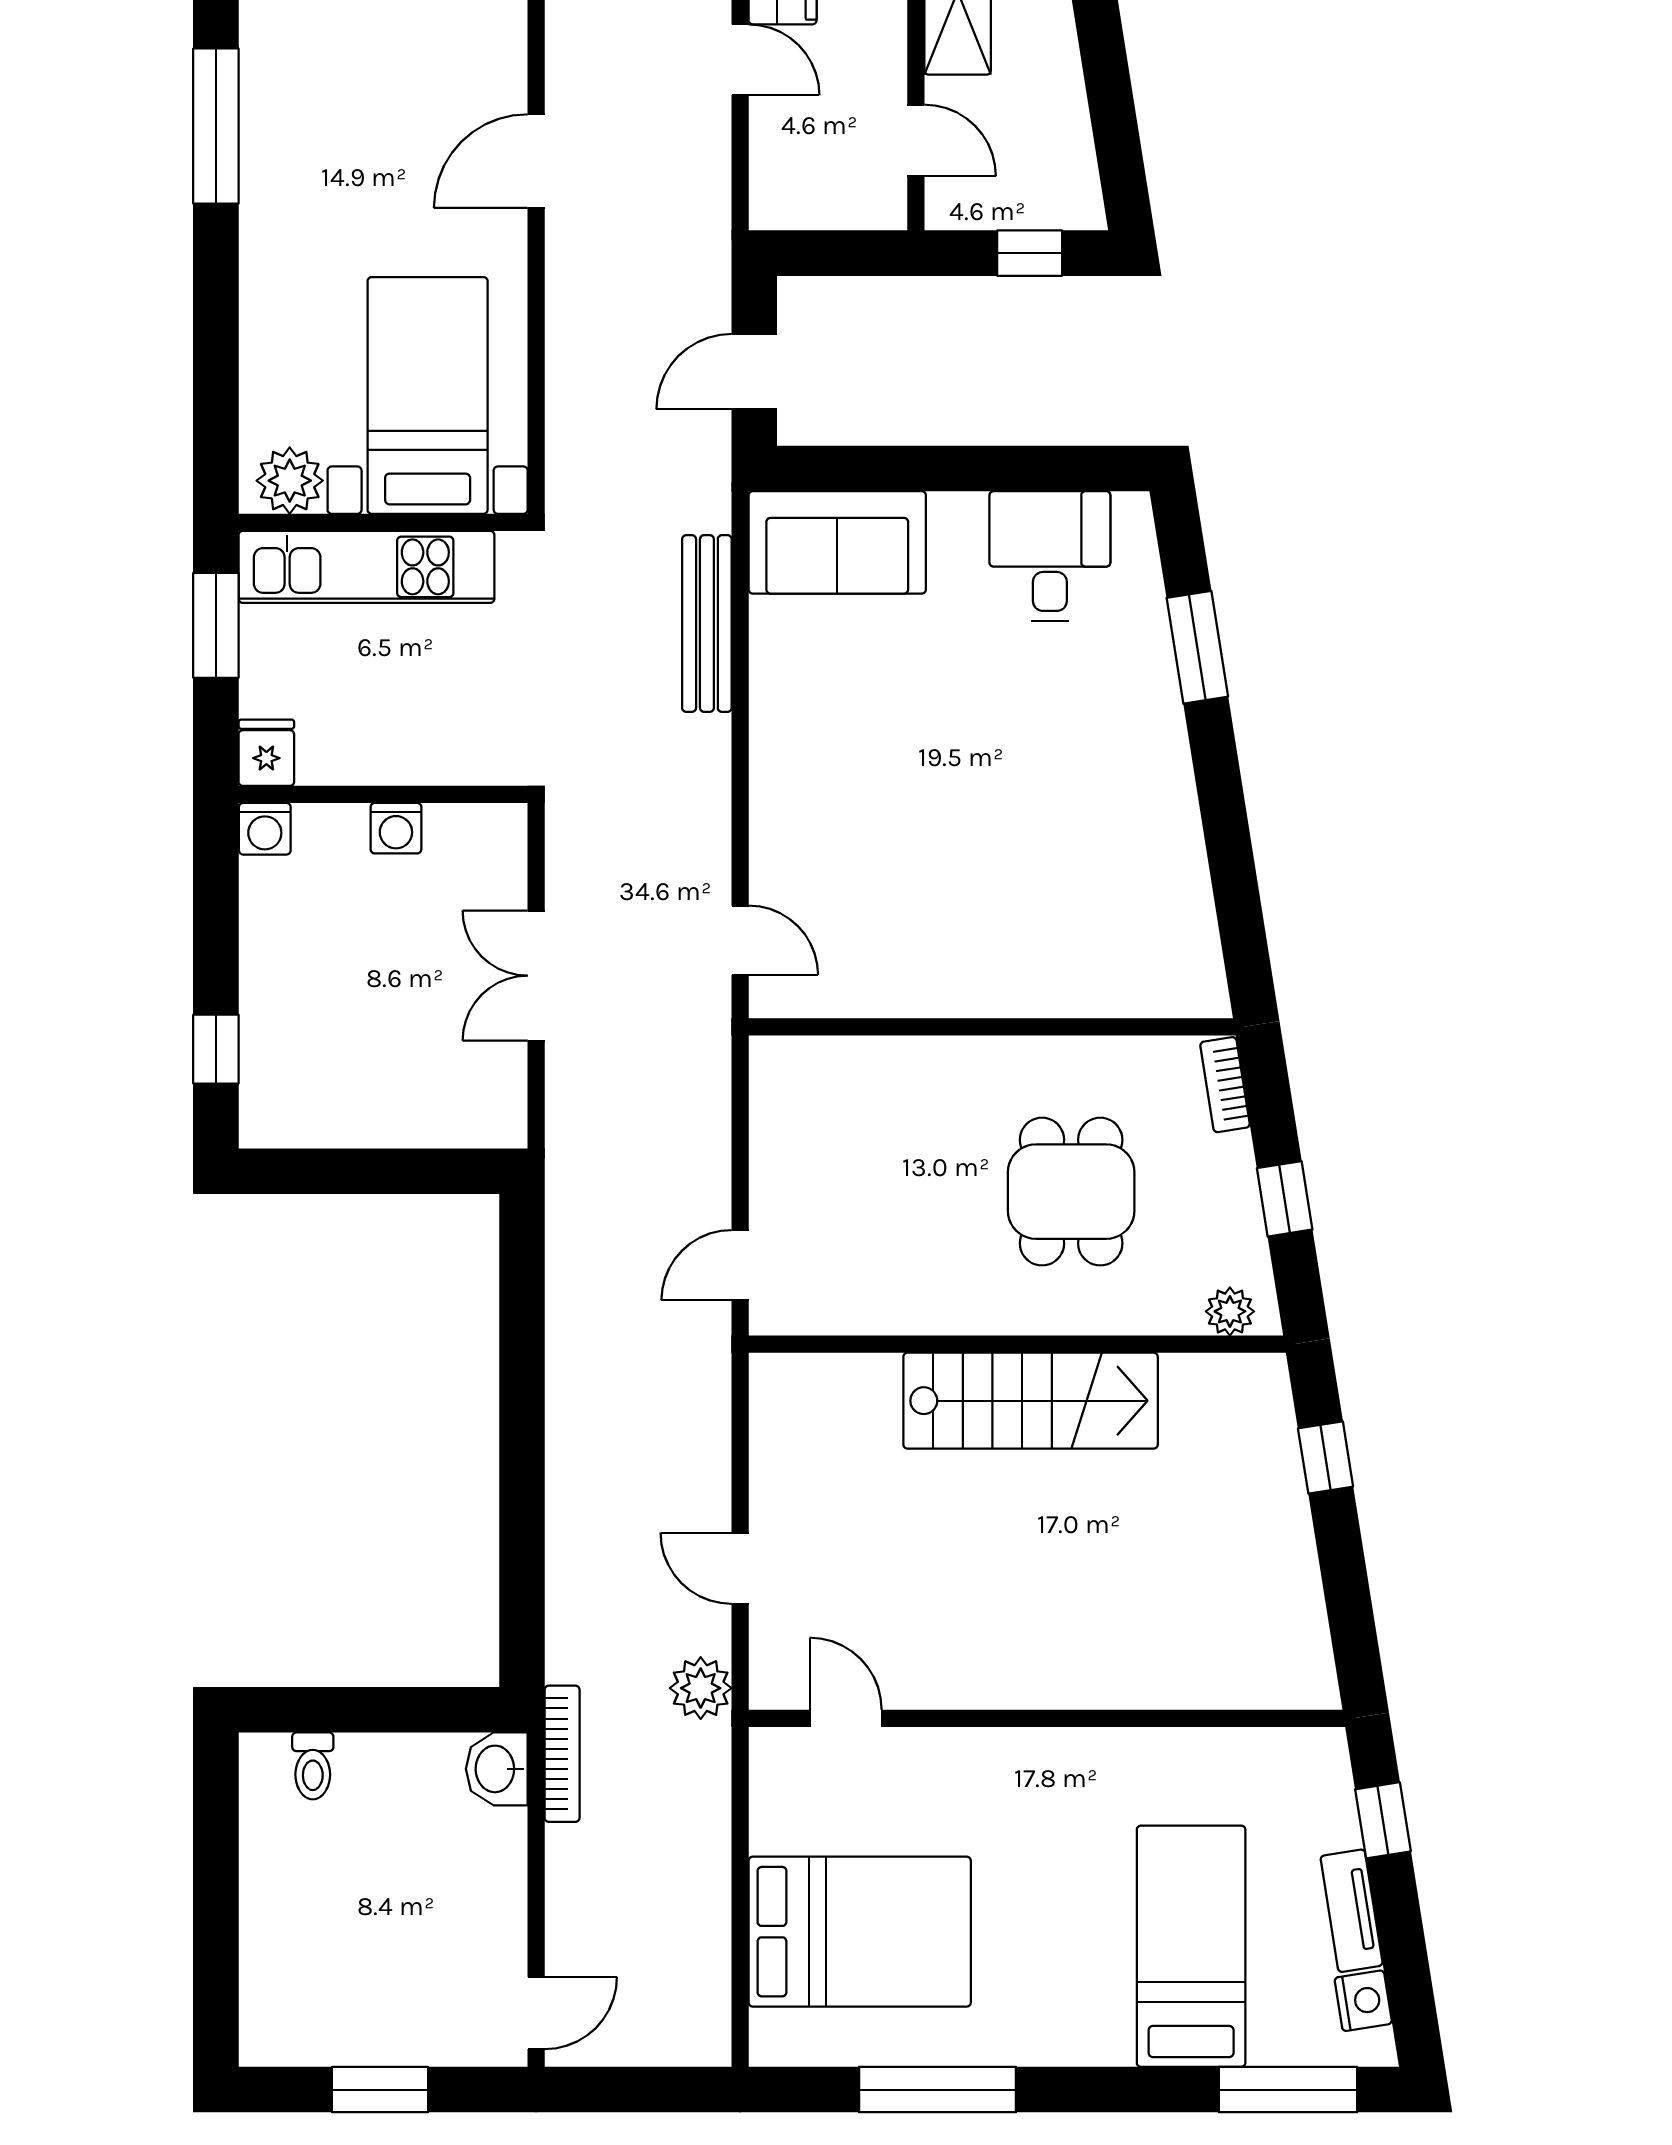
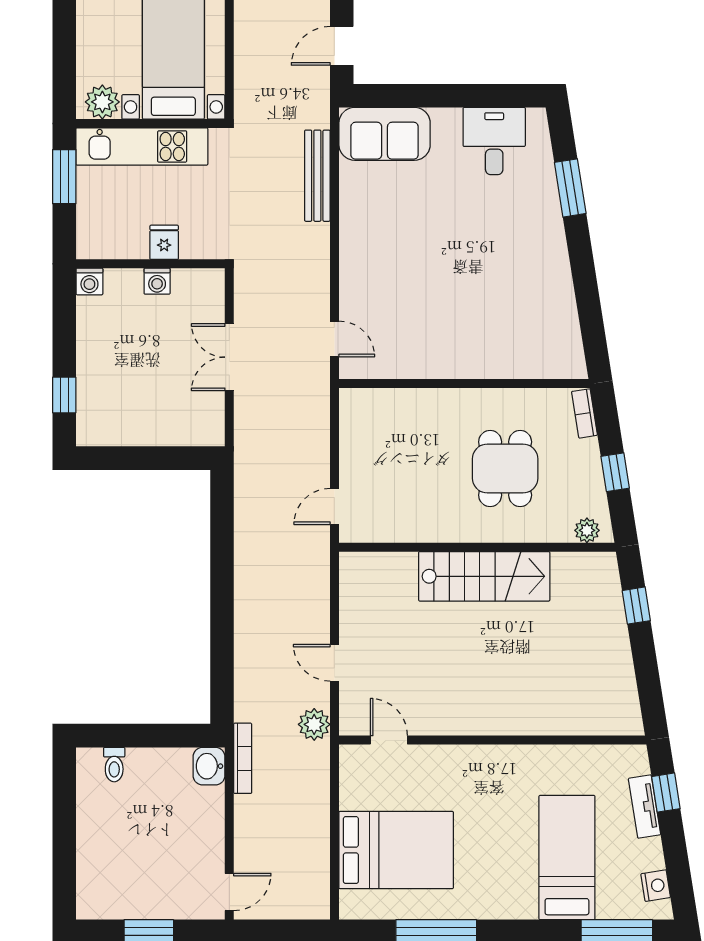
fridge: (266, 753) -> (164, 242), moved
tv unit: (1352, 1911) -> (644, 807), moved

